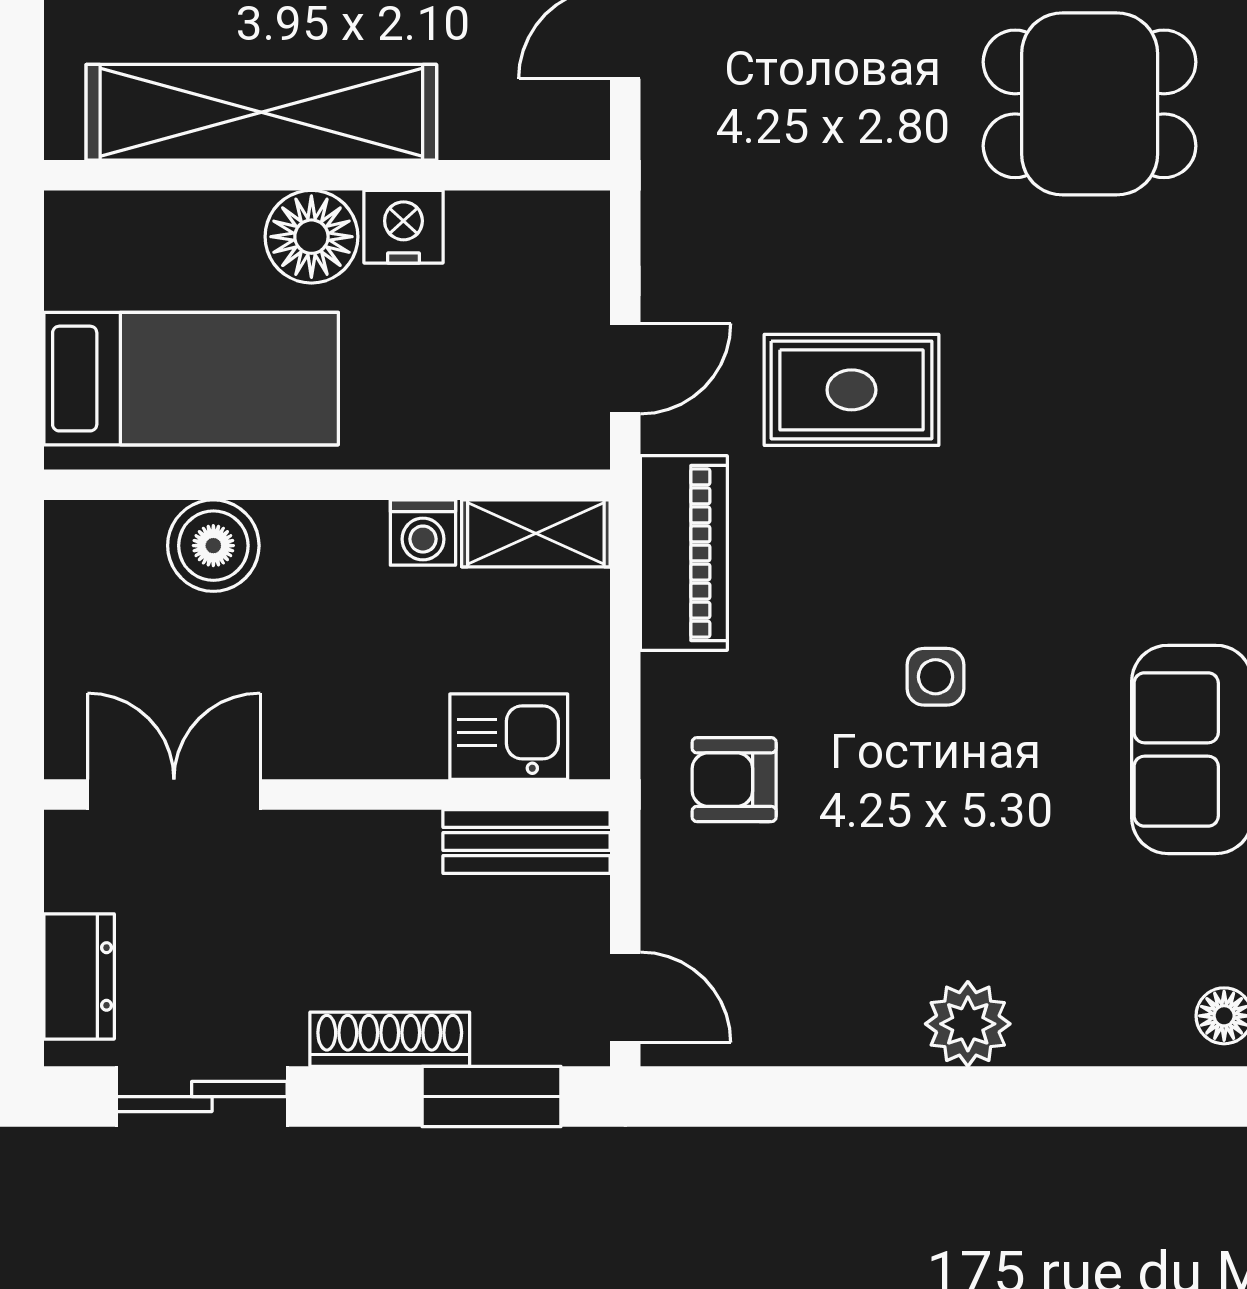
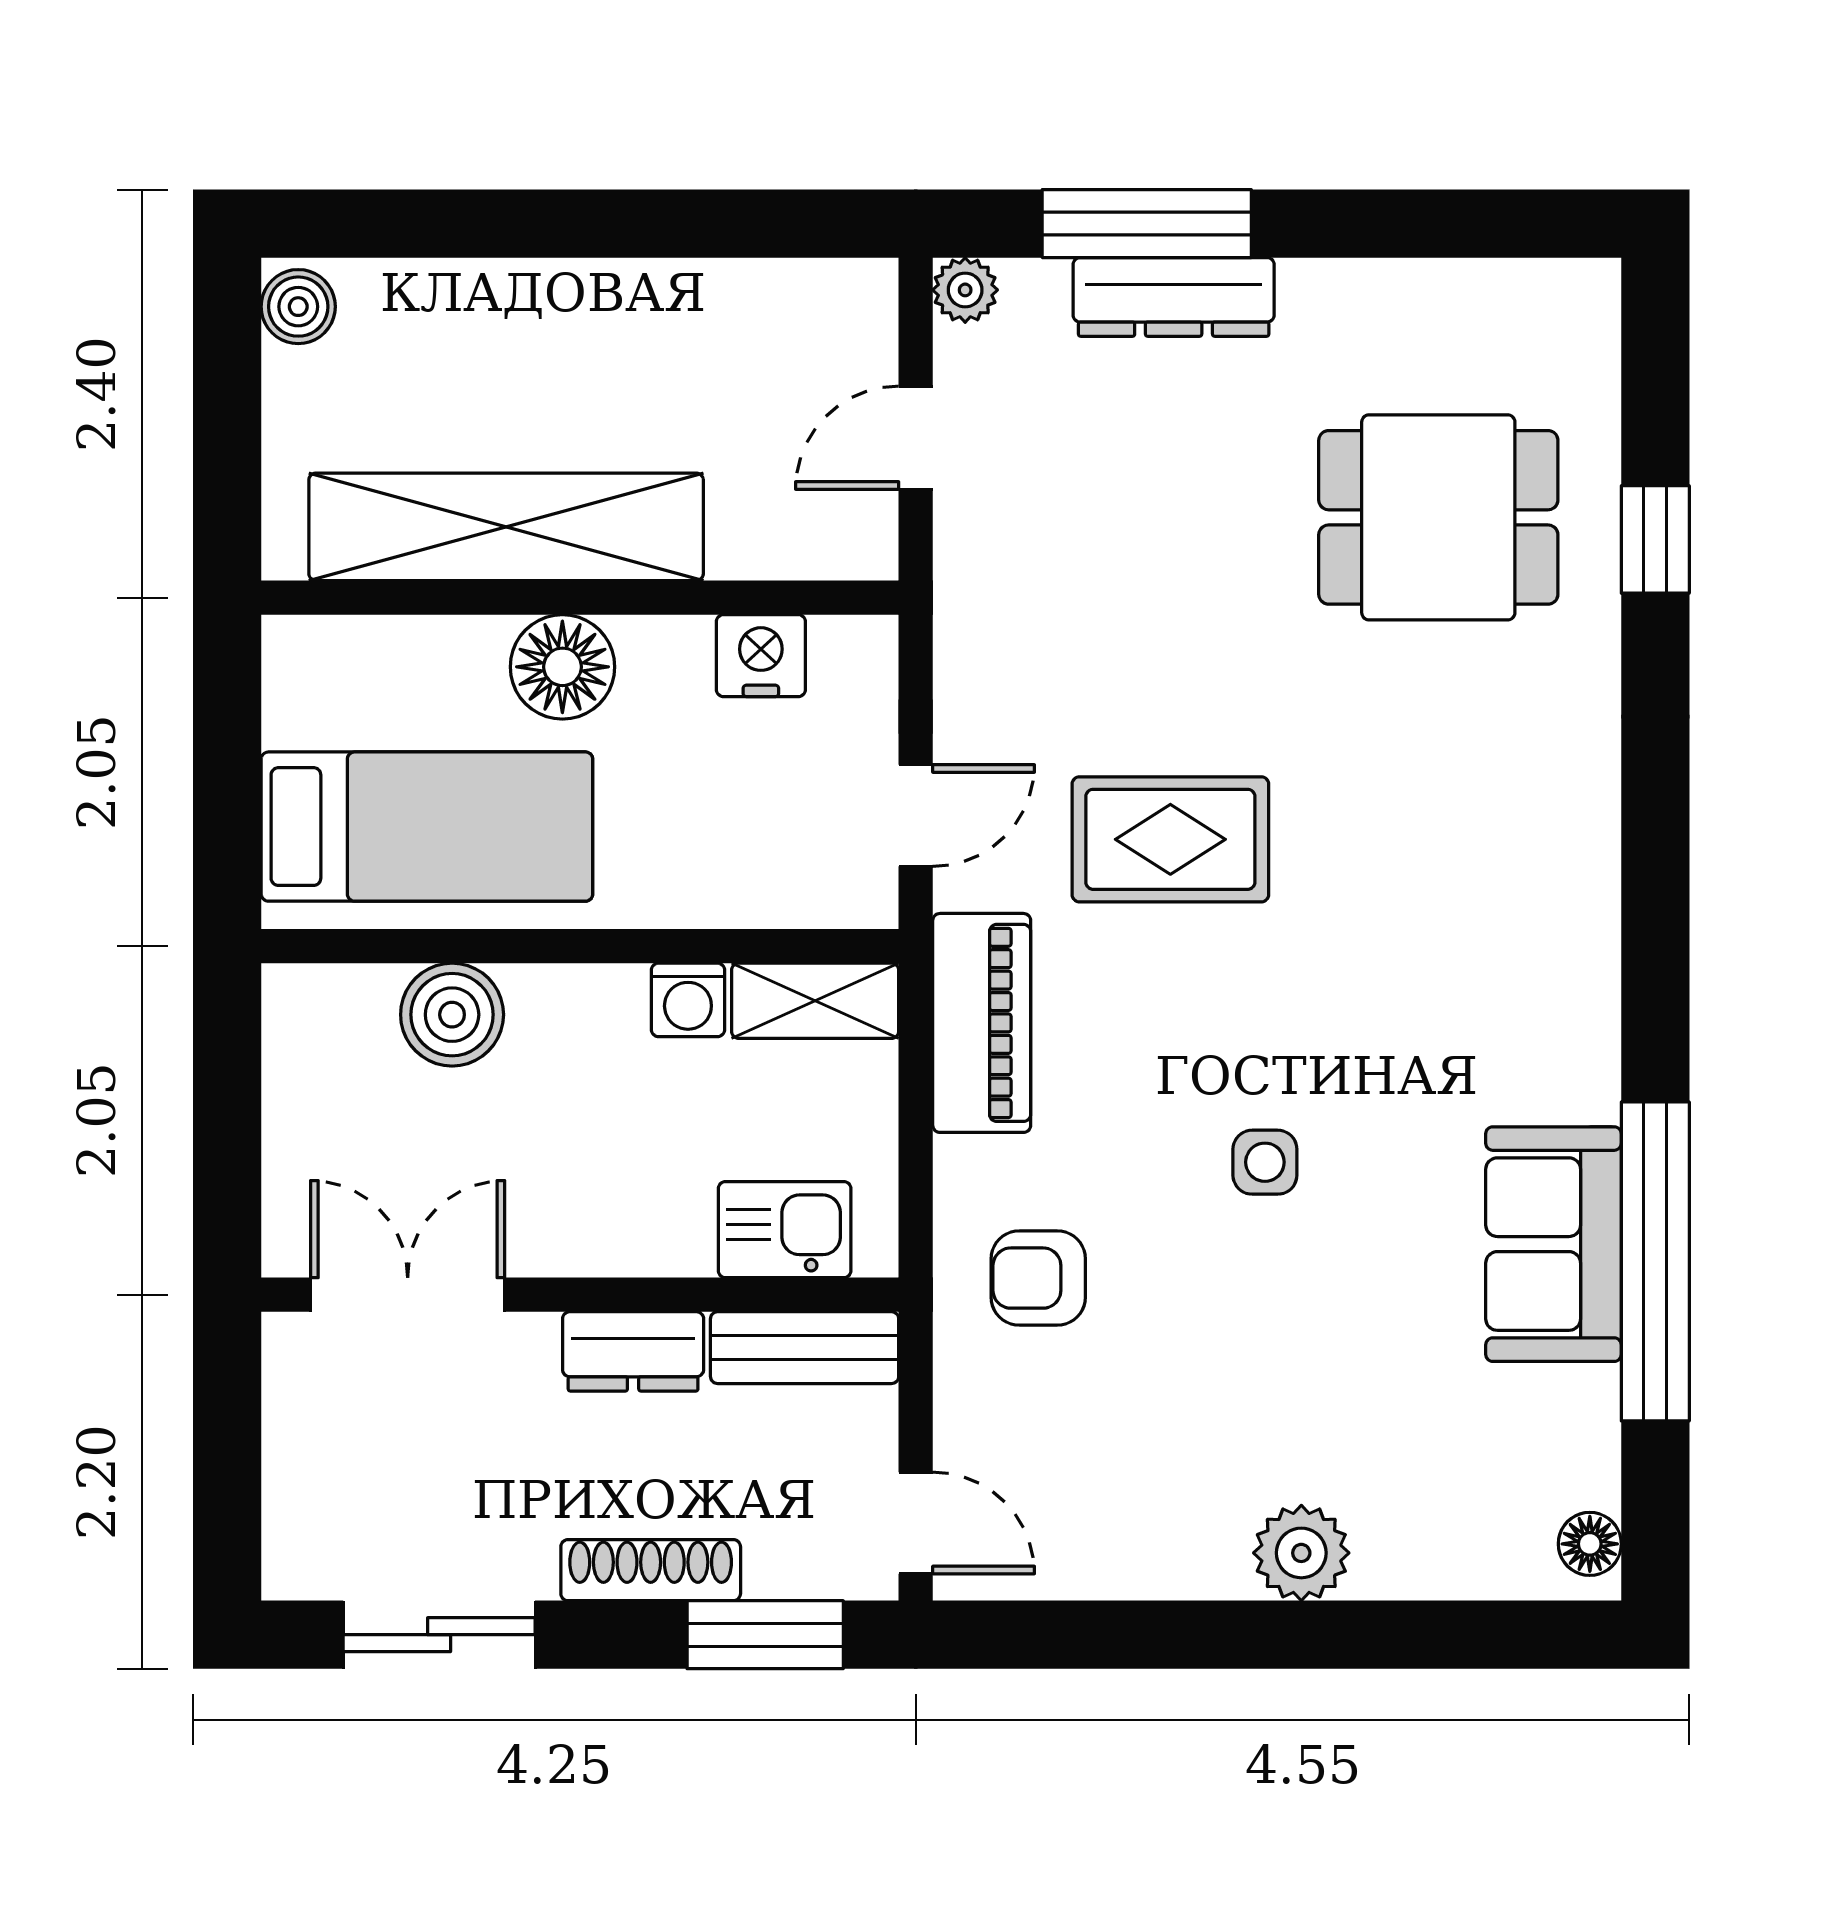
nightstand: (403, 227) -> (761, 656), moved
dresser: (79, 976) -> (633, 1351), moved, turned 90

